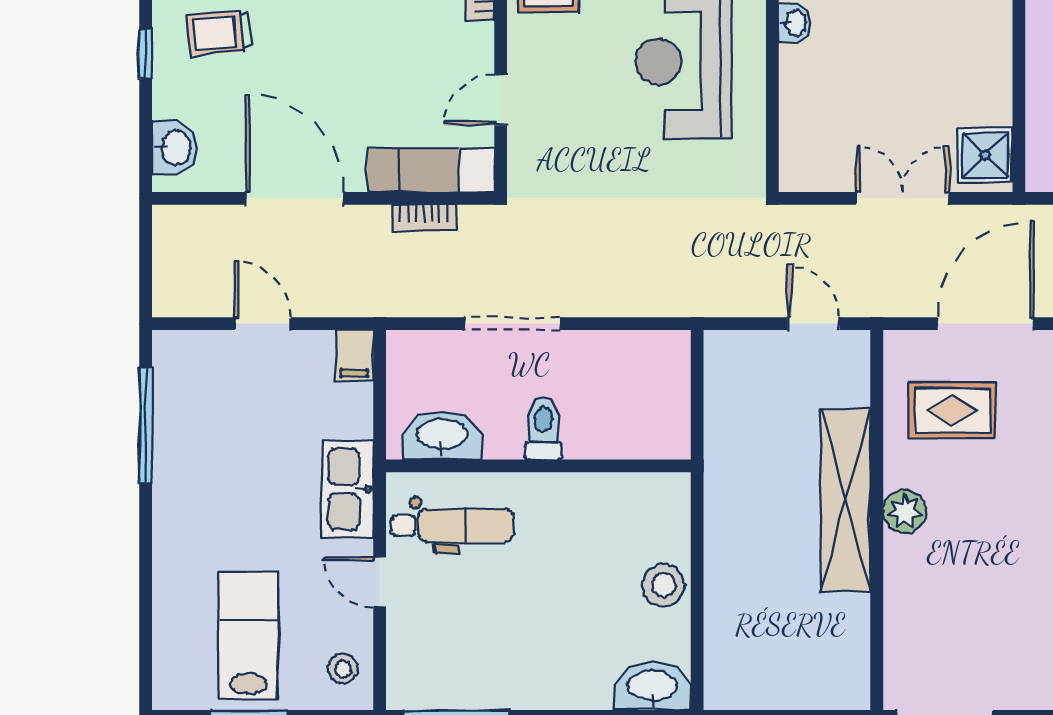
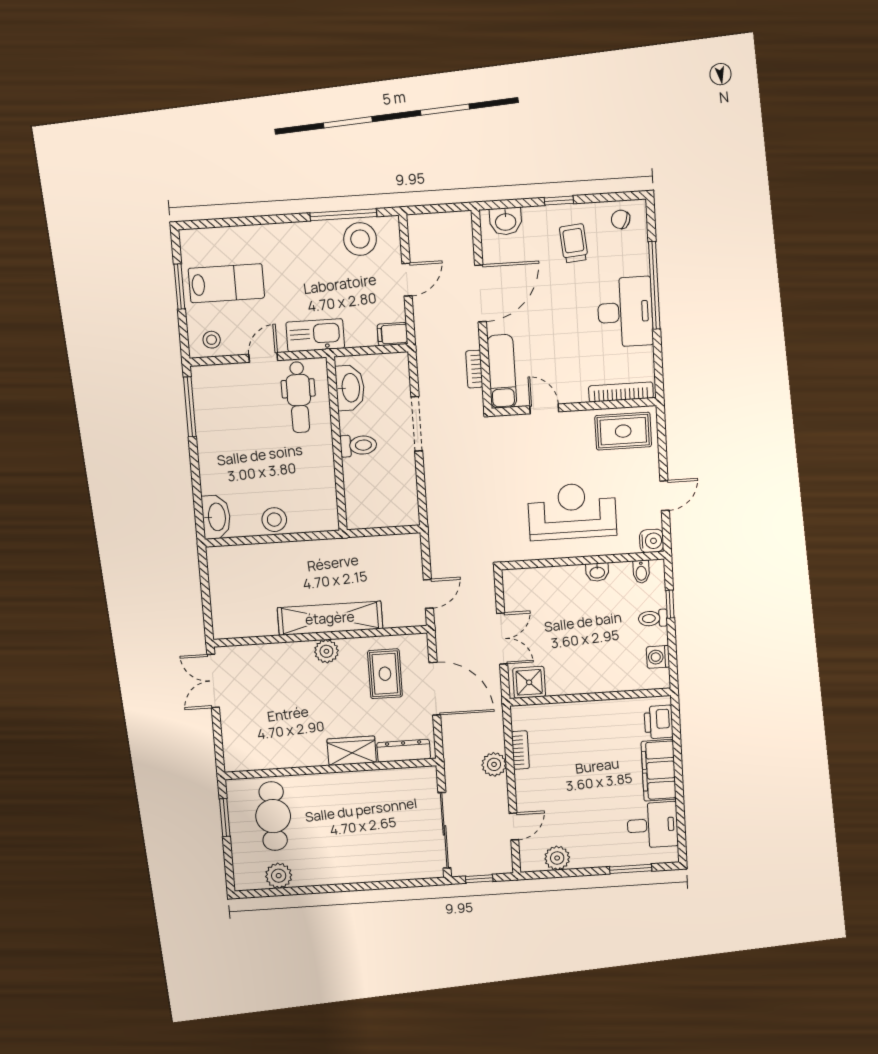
stool: (188, 400) -> (360, 239), added

